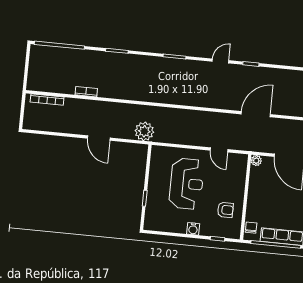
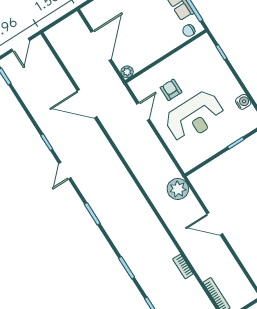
door: (221, 61) -> (65, 171), hinge flipped
door: (99, 138) -> (215, 224), swing flipped
reception desk: (187, 184) -> (195, 117), turned 180
armchair: (225, 210) -> (171, 90), moved
water cooler: (193, 229) -> (243, 102), moved

